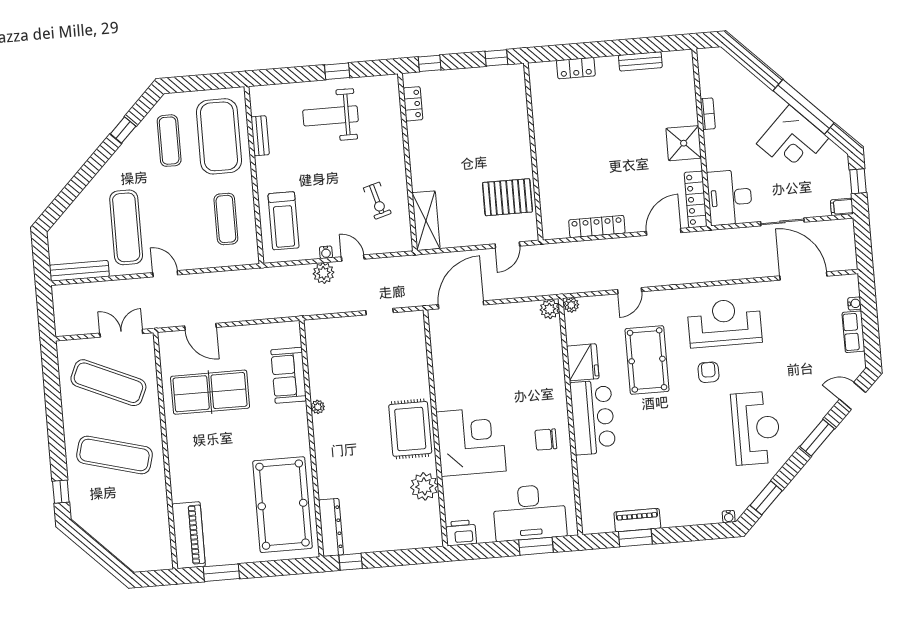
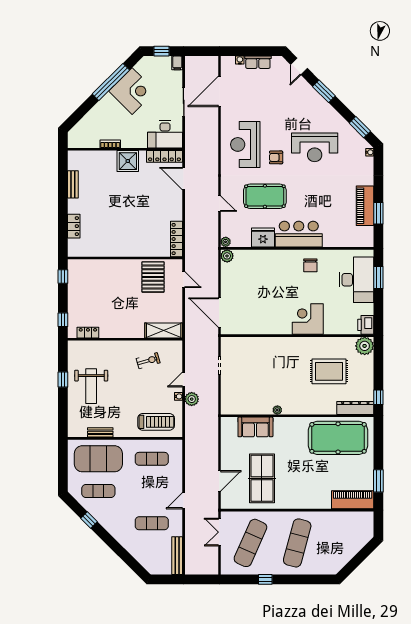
locker: (597, 226) -> (177, 239), moved
exercise mat: (126, 227) -> (152, 523), width x0.73, depth x0.69
reception desk: (756, 428) -> (315, 147), moved, turned 180
rug: (410, 429) -> (329, 371), moved
corner desk: (471, 442) -> (308, 319), width x0.74, depth x0.74
plant: (424, 486) -> (365, 346), moved
window: (61, 492) -> (265, 579), moved
piano: (637, 520) -> (365, 206), width x1.37, depth x1.33

